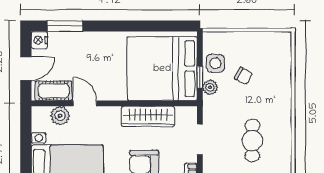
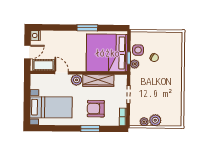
window: (65, 26) -> (87, 28), moved
plant: (60, 116) -> (76, 80), moved
cafe table: (252, 141) -> (159, 95), removed

